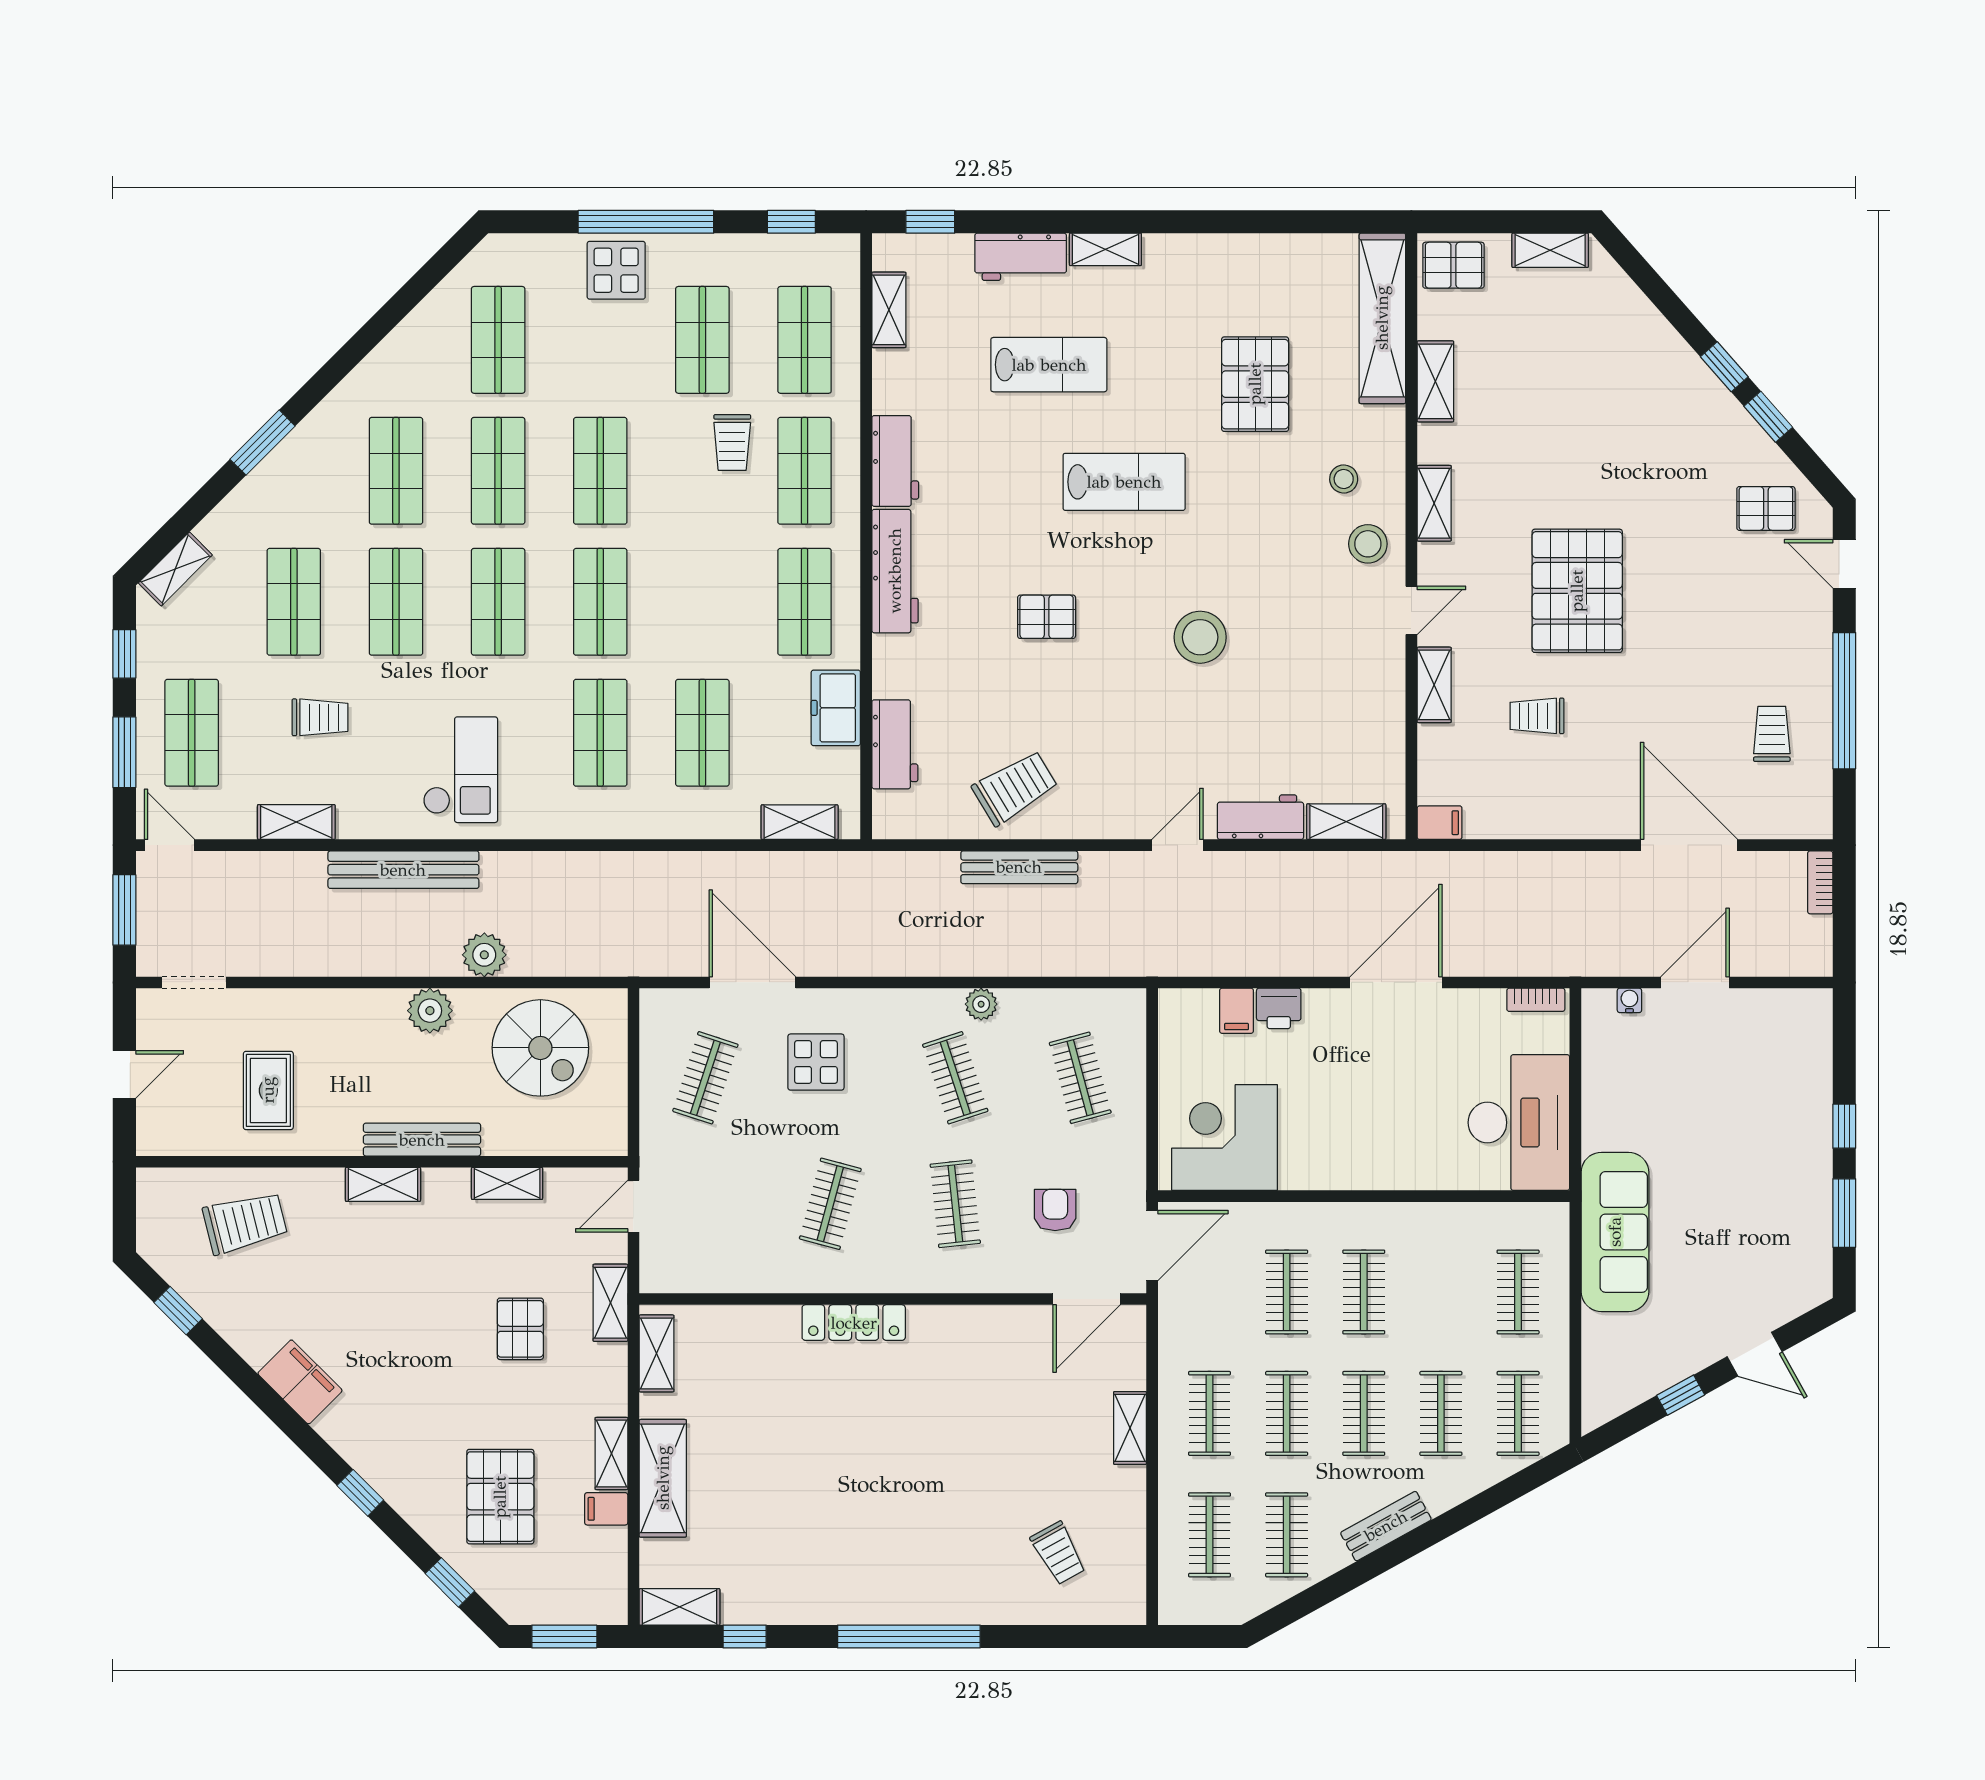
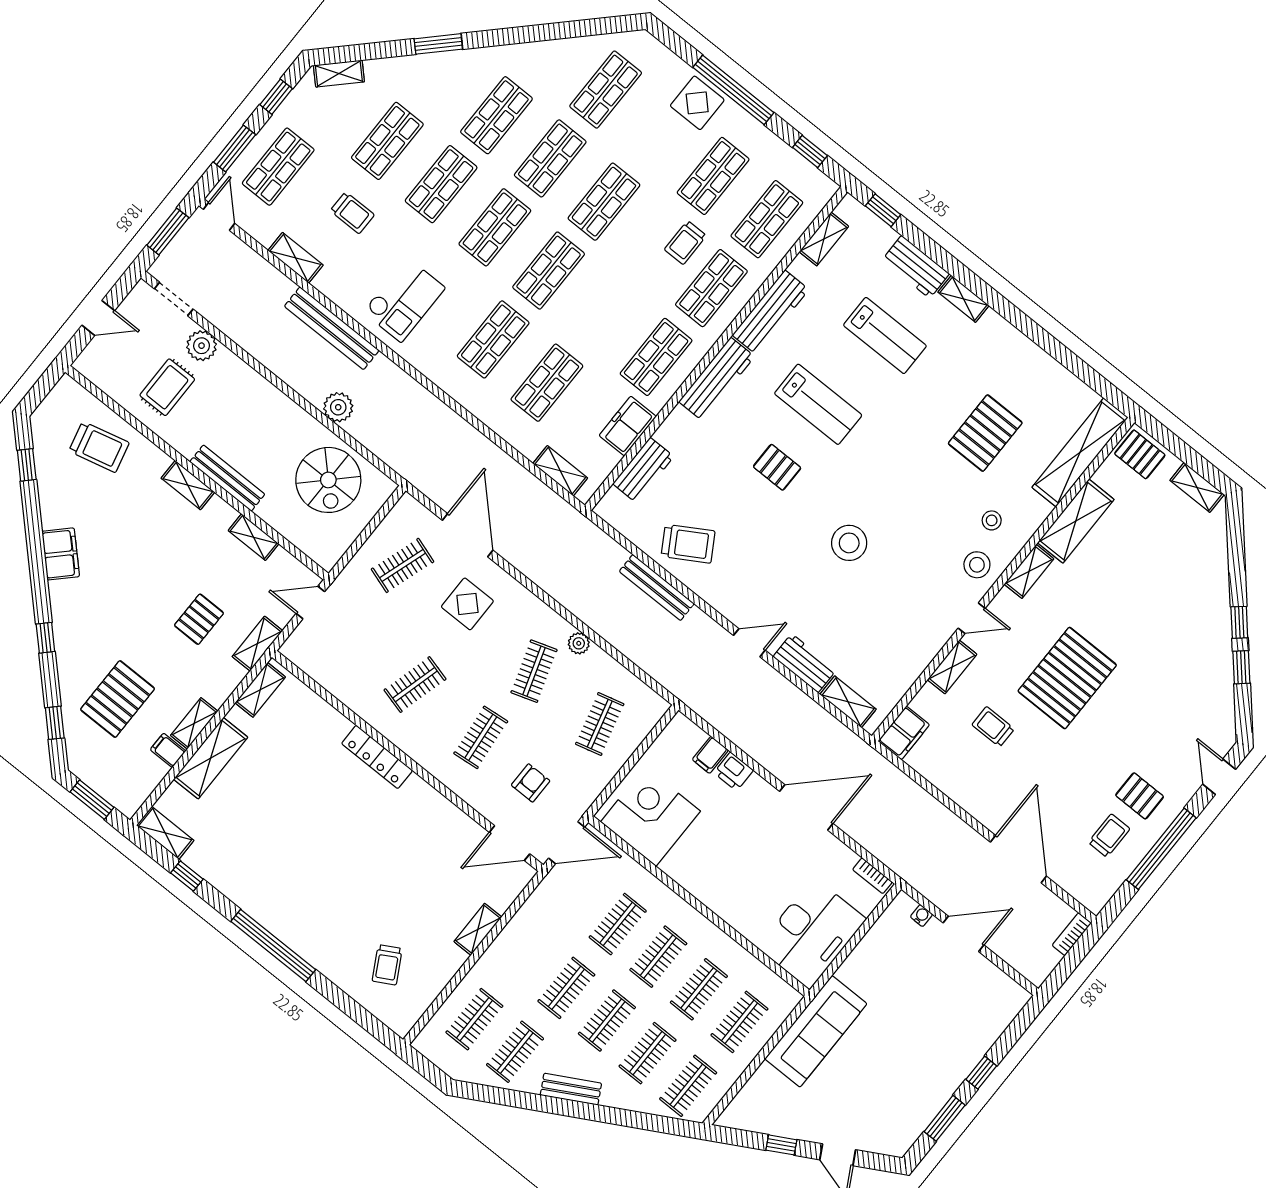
shelving: (1435, 381) -> (1076, 521), width x1.50, depth x1.33
workbench: (895, 461) -> (771, 312), width x1.38
lab bench: (1124, 482) -> (818, 404), moved
pallet: (1766, 508) -> (1140, 796), moved
filing cabinet: (1440, 823) -> (904, 733), width x2.00
plant: (430, 1011) -> (202, 346), moved
clothes rail: (1209, 1413) -> (699, 989), moved

